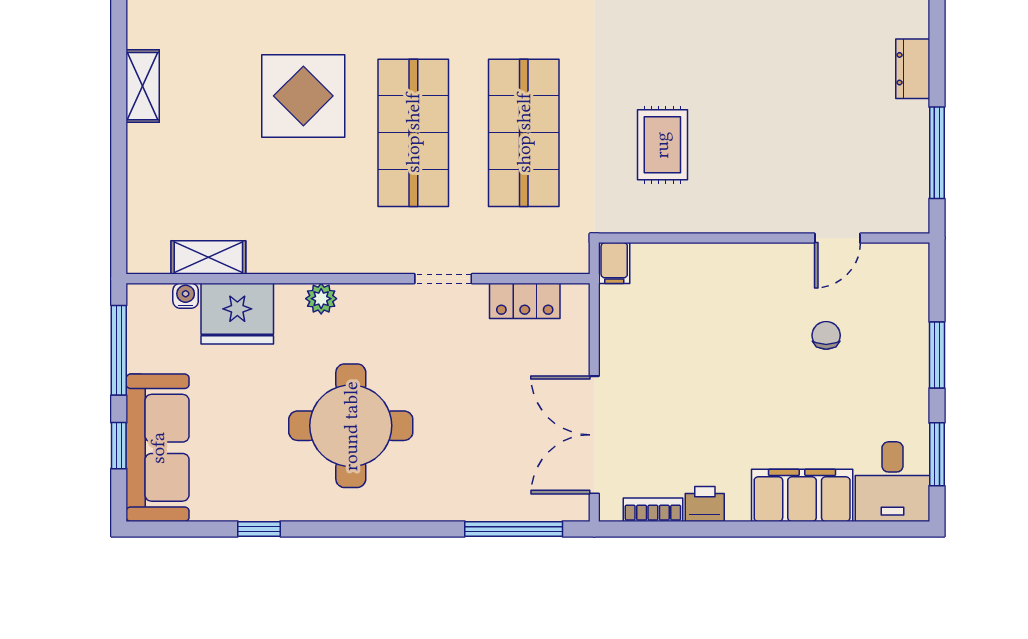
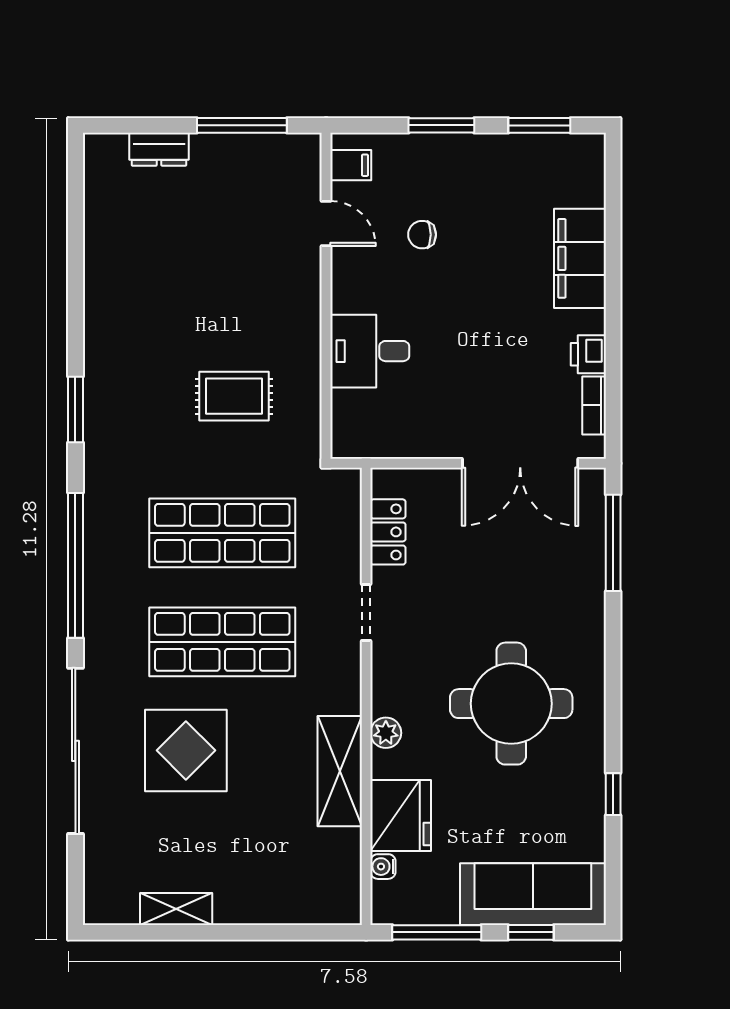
shelving: (208, 257) -> (340, 771), moved, width x1.50, depth x1.33
filing cabinet: (614, 263) -> (351, 165), moved
desk: (892, 482) -> (370, 351), moved, turned 180

